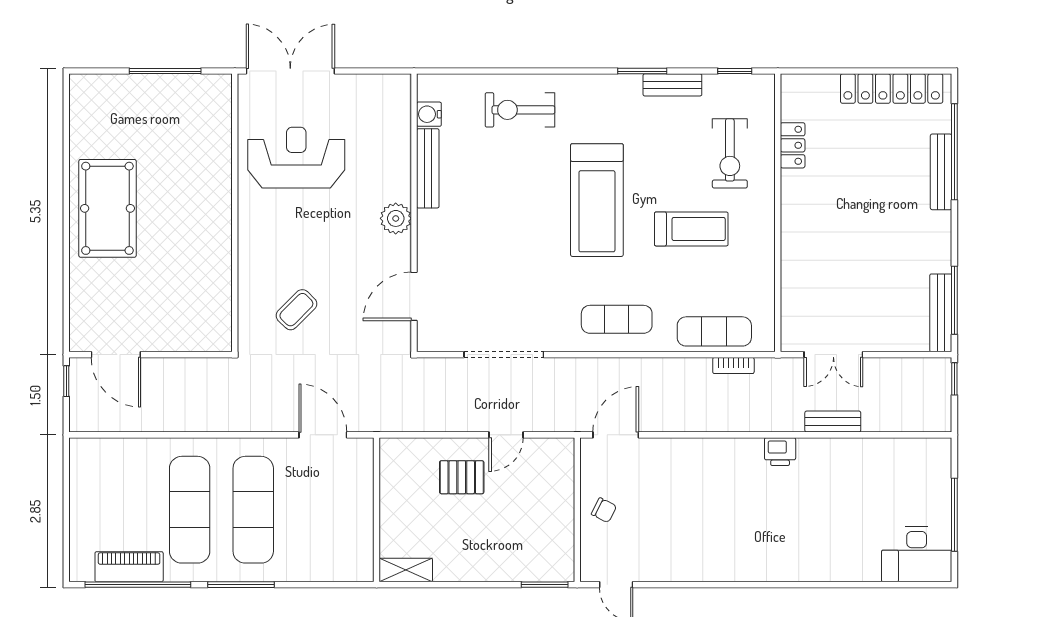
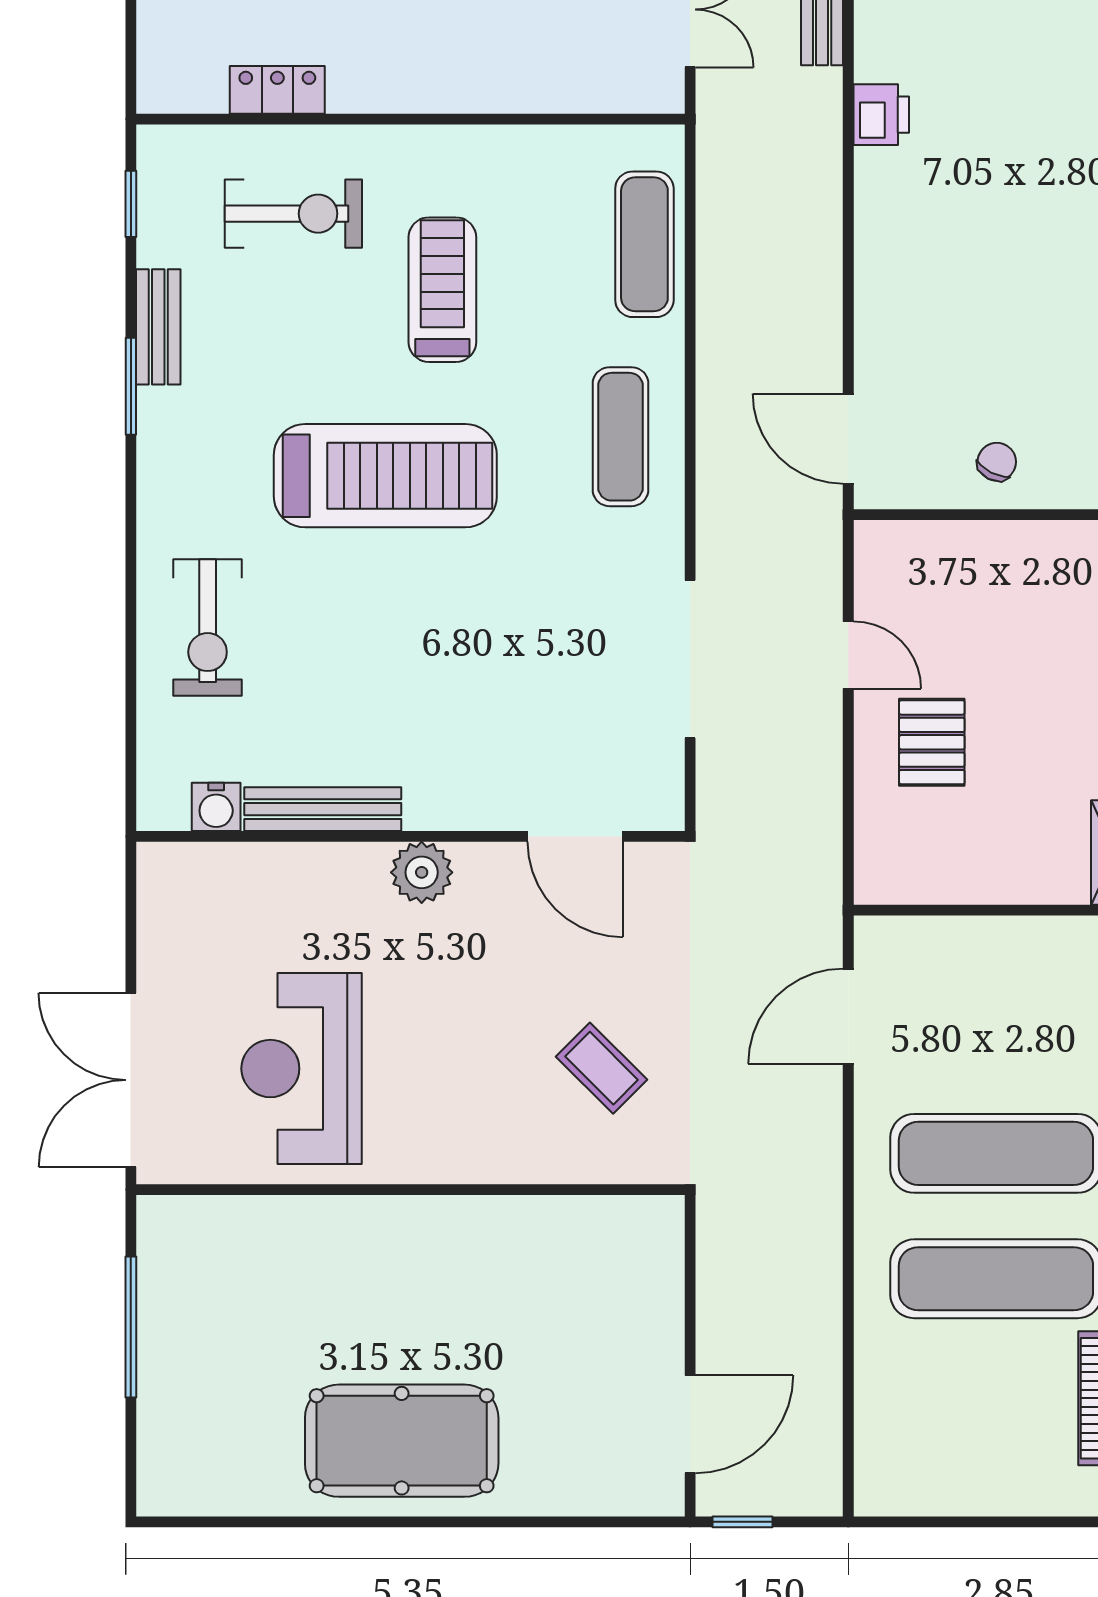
bookcase: (733, 365) -> (712, 207), removed

